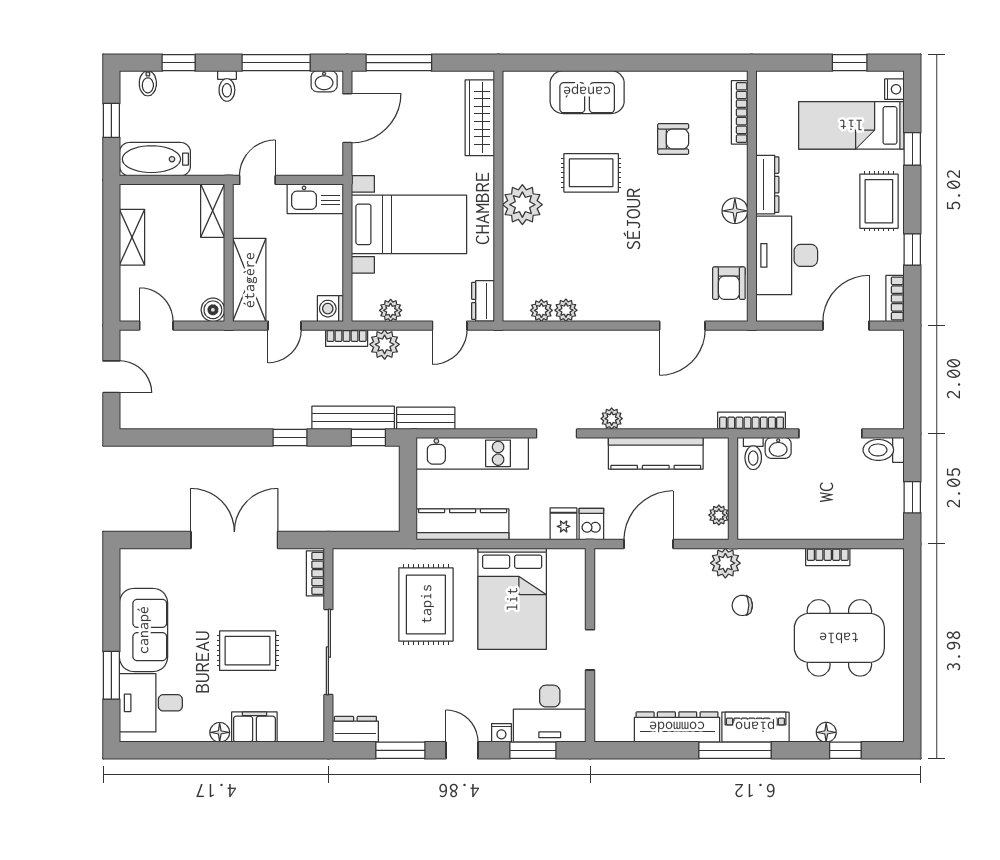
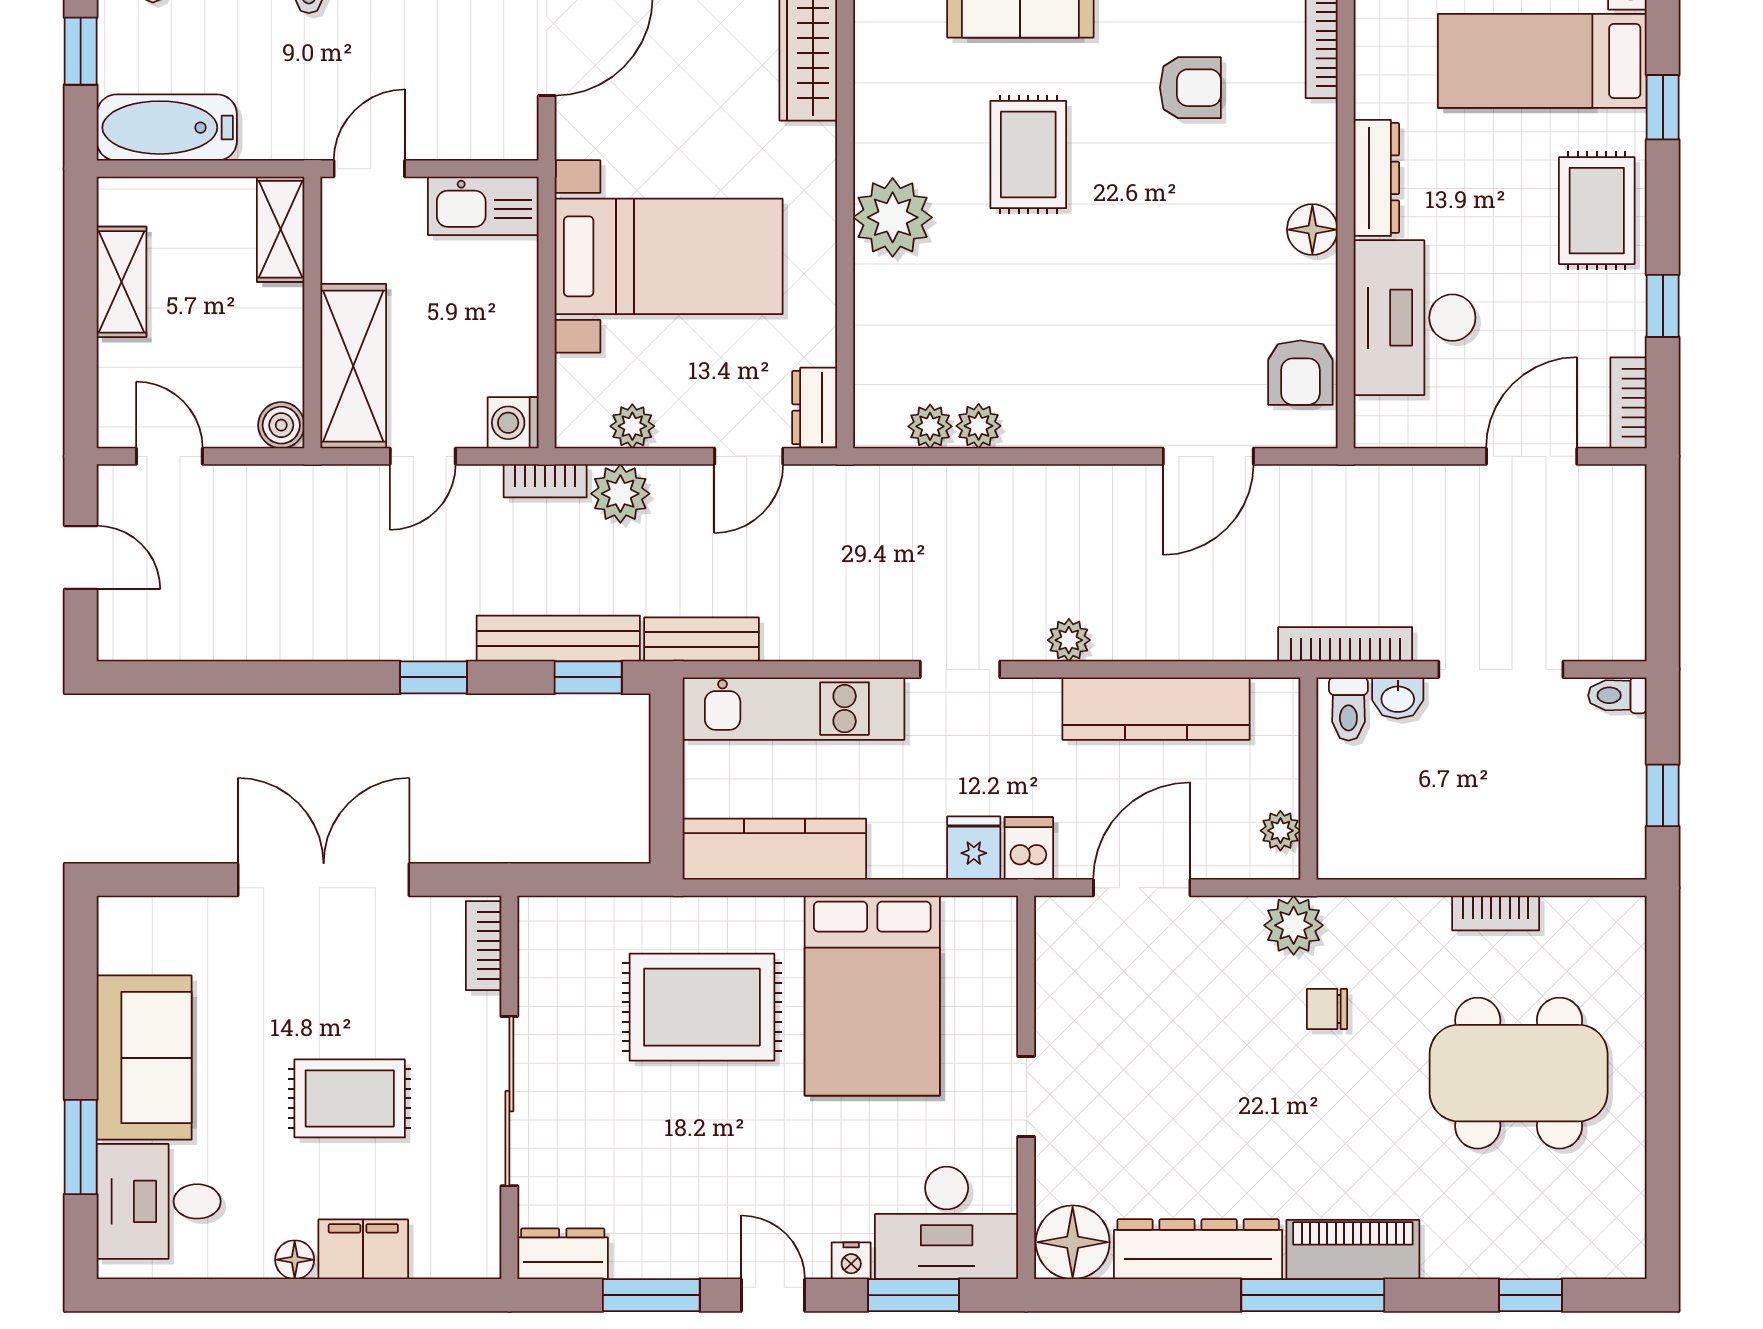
rug: (591, 173) -> (1028, 154), turned 90
toilet: (884, 450) -> (1617, 695), width x0.73, depth x0.72
rug: (426, 604) -> (702, 1007), turned 90
floor lamp: (826, 732) -> (1073, 1242), moved, width x1.89, depth x1.89

